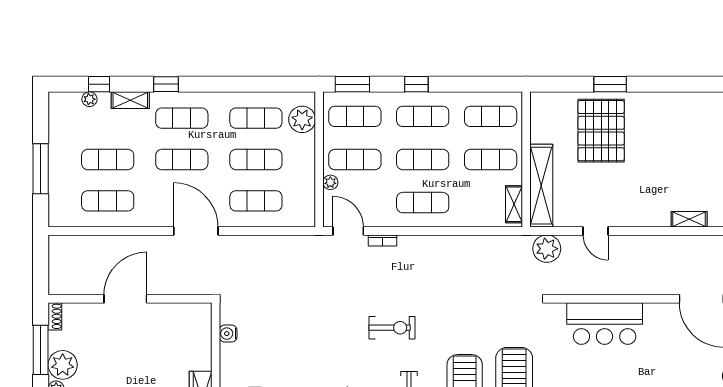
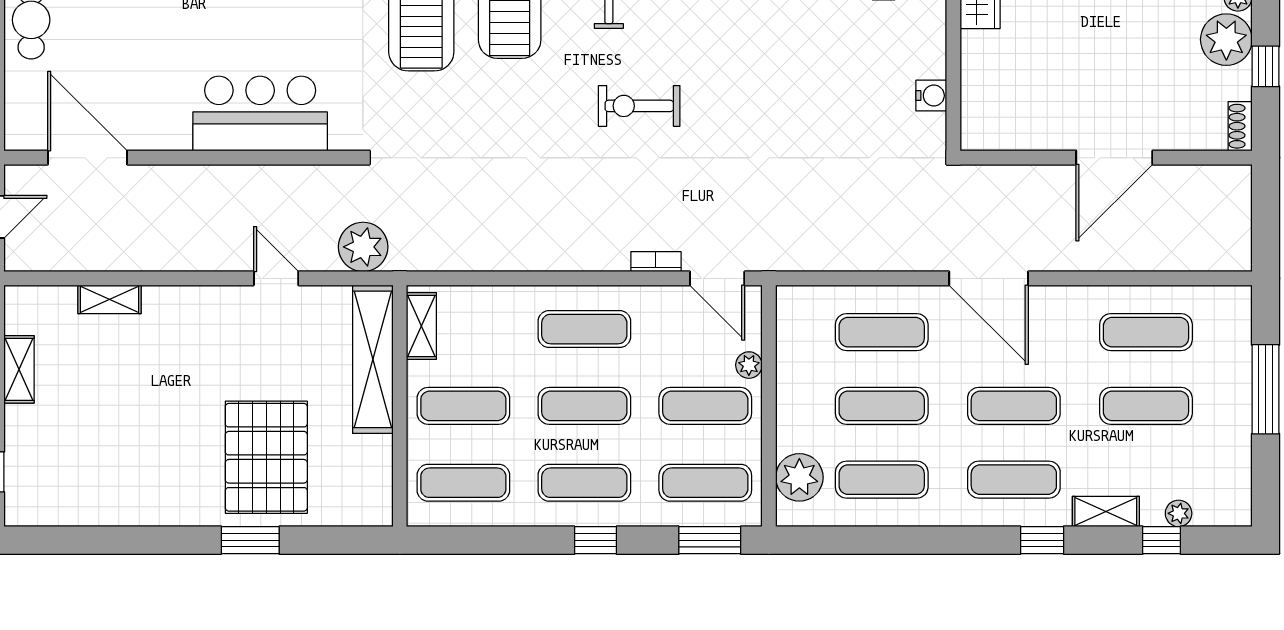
window: (41, 350) -> (1265, 66), width x0.46

